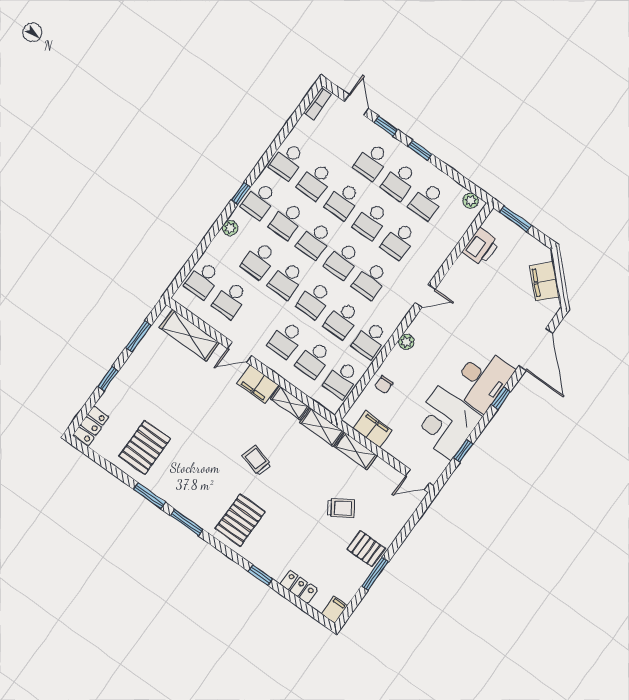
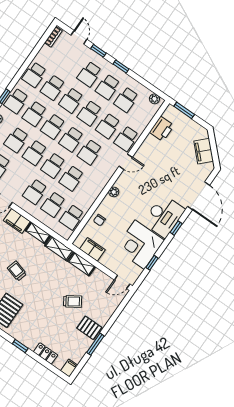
school desk: (370, 340) -> (126, 139), moved

